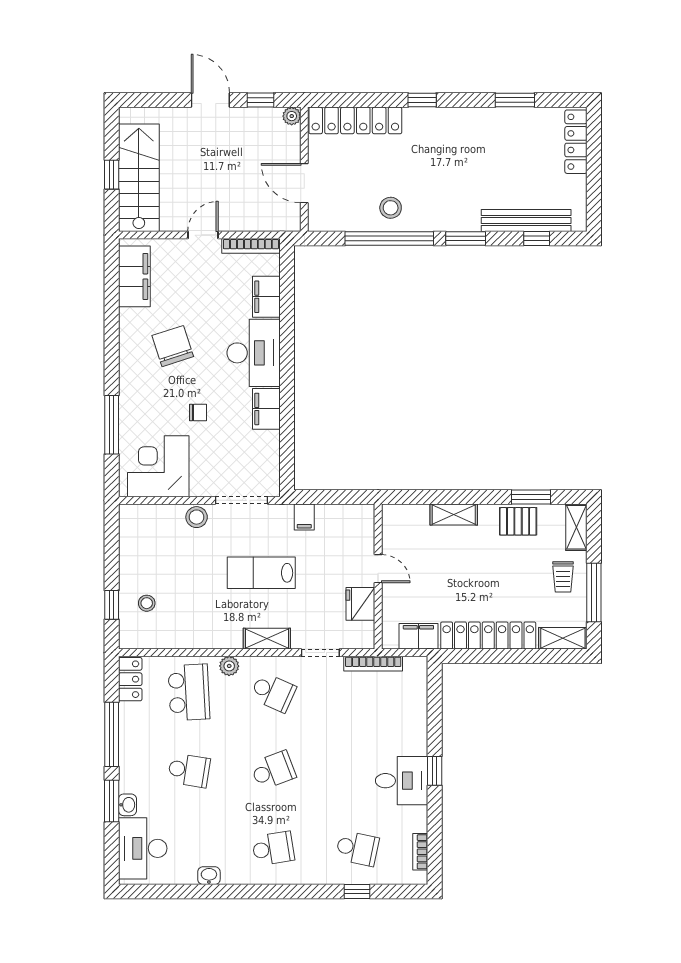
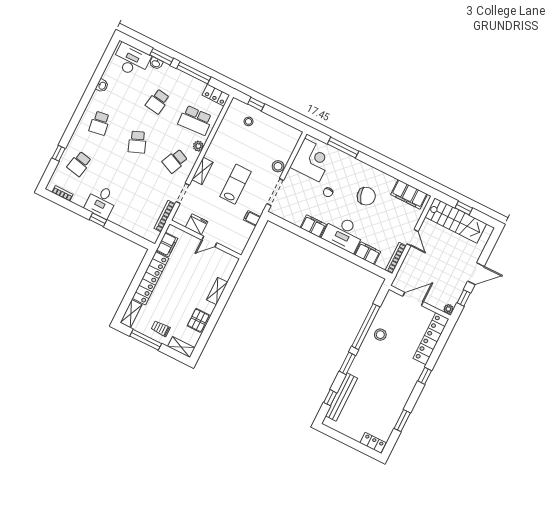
locker: (576, 142) -> (373, 443), width x0.66
window: (531, 497) -> (207, 333), removed

